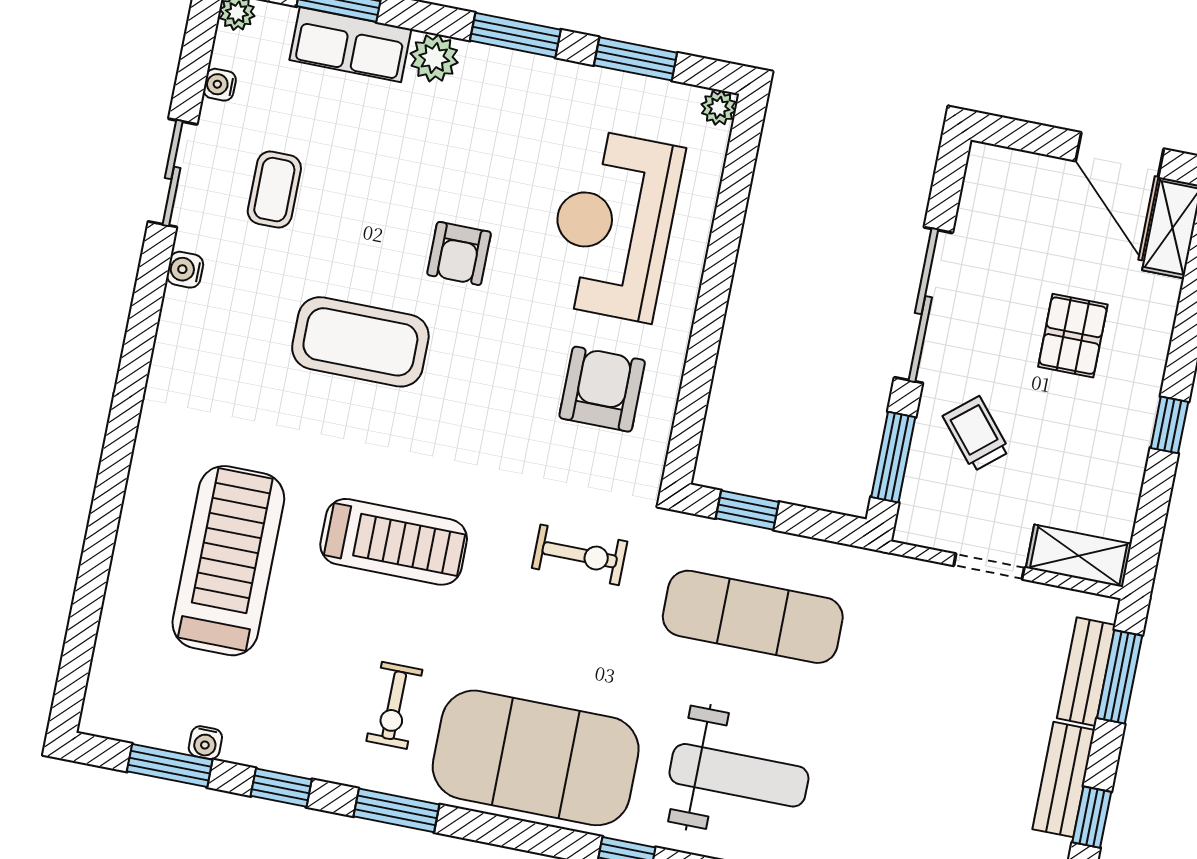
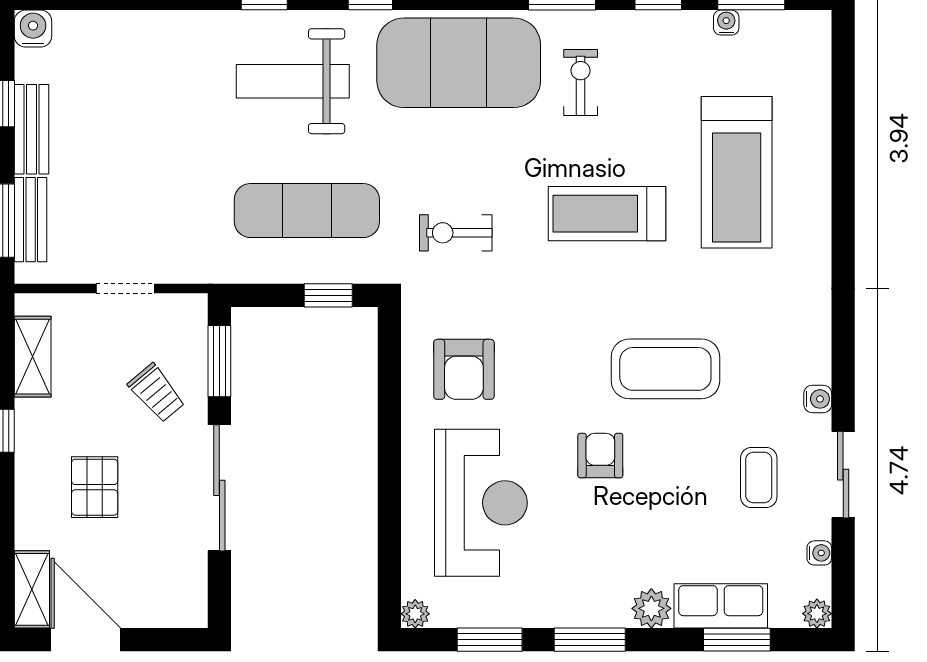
shelving: (1079, 556) -> (33, 357), moved, turned 90

